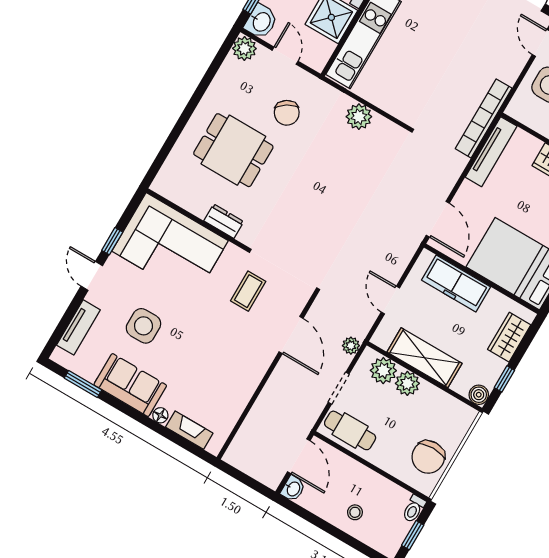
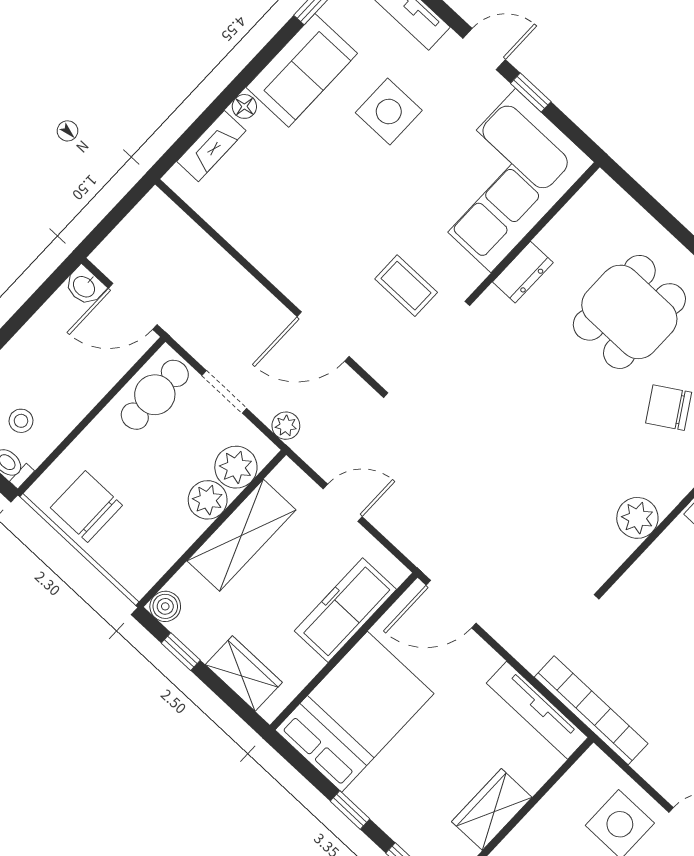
stool: (355, 512) -> (21, 421), moved

